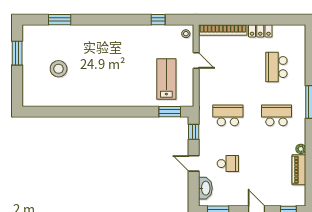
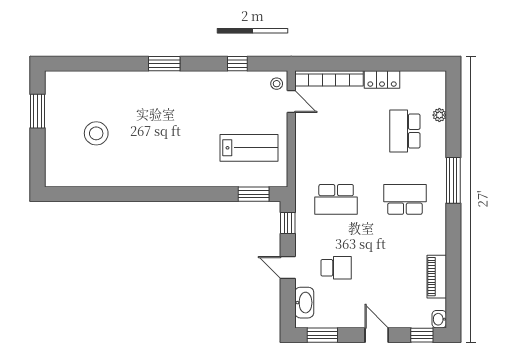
window: (60, 20) -> (164, 64), moved
door: (196, 61) -> (291, 102), moved
lab bench: (166, 79) -> (249, 148), turned 90
school desk: (228, 115) -> (336, 199), turned 180
plant: (301, 149) -> (439, 115), moved
washbasin: (301, 200) -> (439, 319), added

